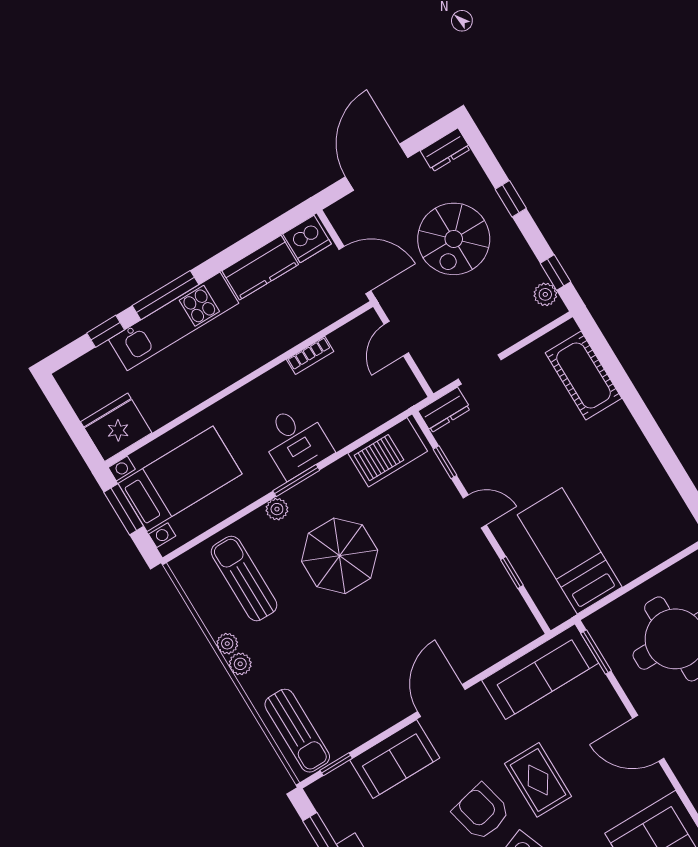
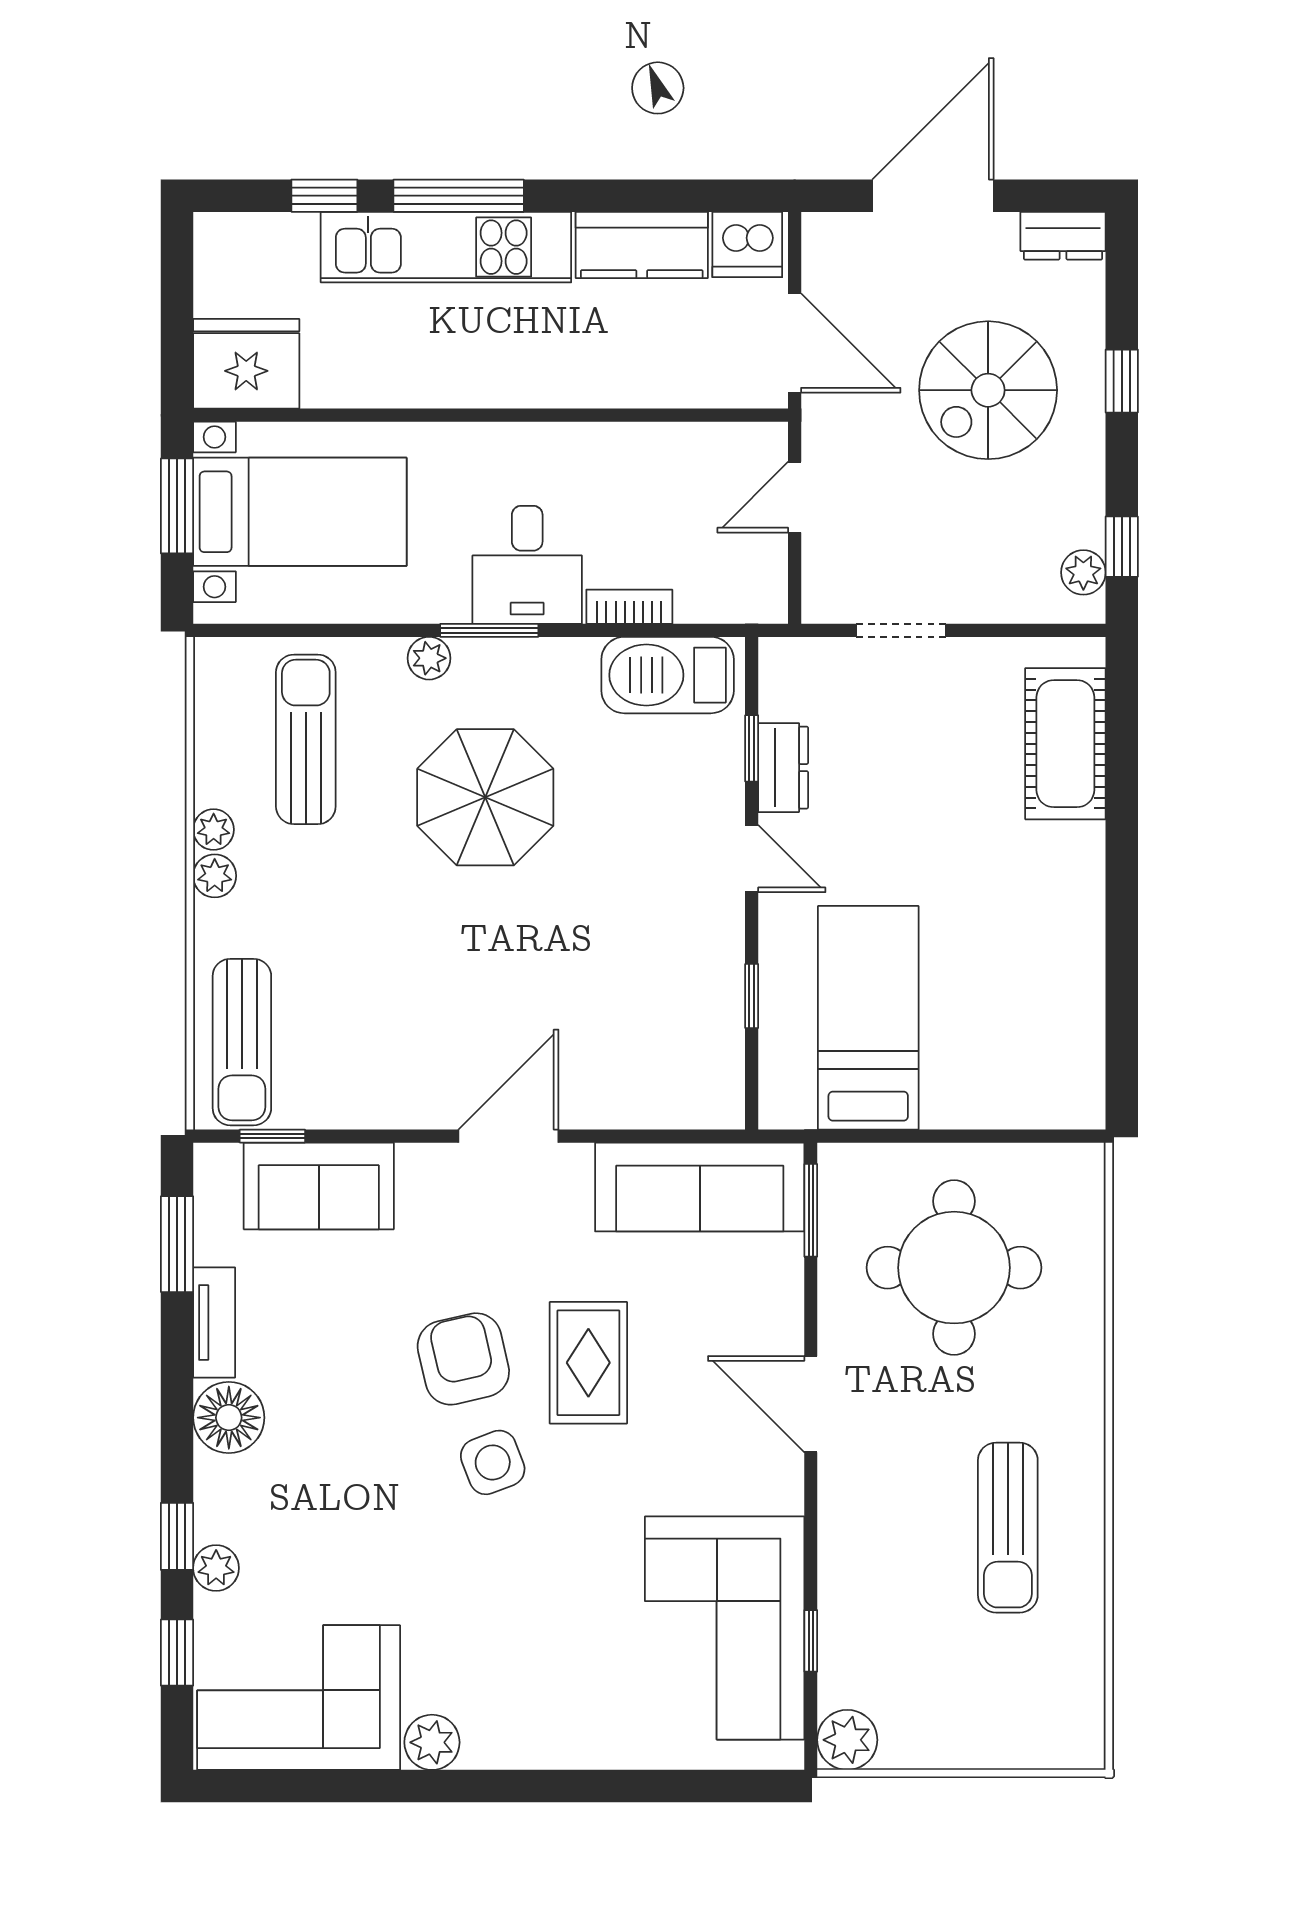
bookcase: (310, 355) -> (629, 607), moved, turned 180
dresser: (444, 410) -> (783, 768), moved, turned -90
sofa: (395, 759) -> (319, 1186), moved

